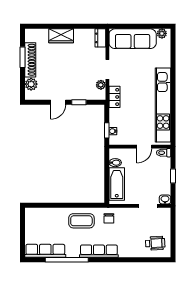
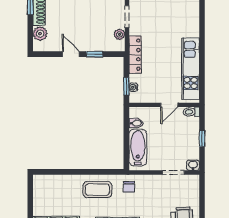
locker: (115, 97) -> (135, 55), width x1.53
door: (58, 102) -> (71, 54), swing flipped
kitchen unit: (163, 105) -> (191, 69), width x0.73

